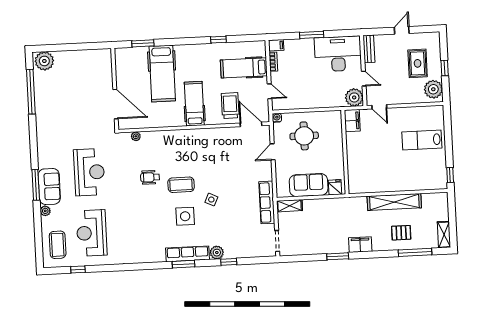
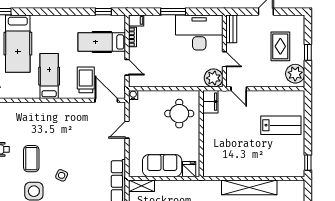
window: (218, 40) -> (103, 12), moved
round table: (304, 136) -> (179, 114), moved
lab bench: (422, 140) -> (281, 125), turned 180
coffee table: (181, 185) -> (31, 159), turned 90

